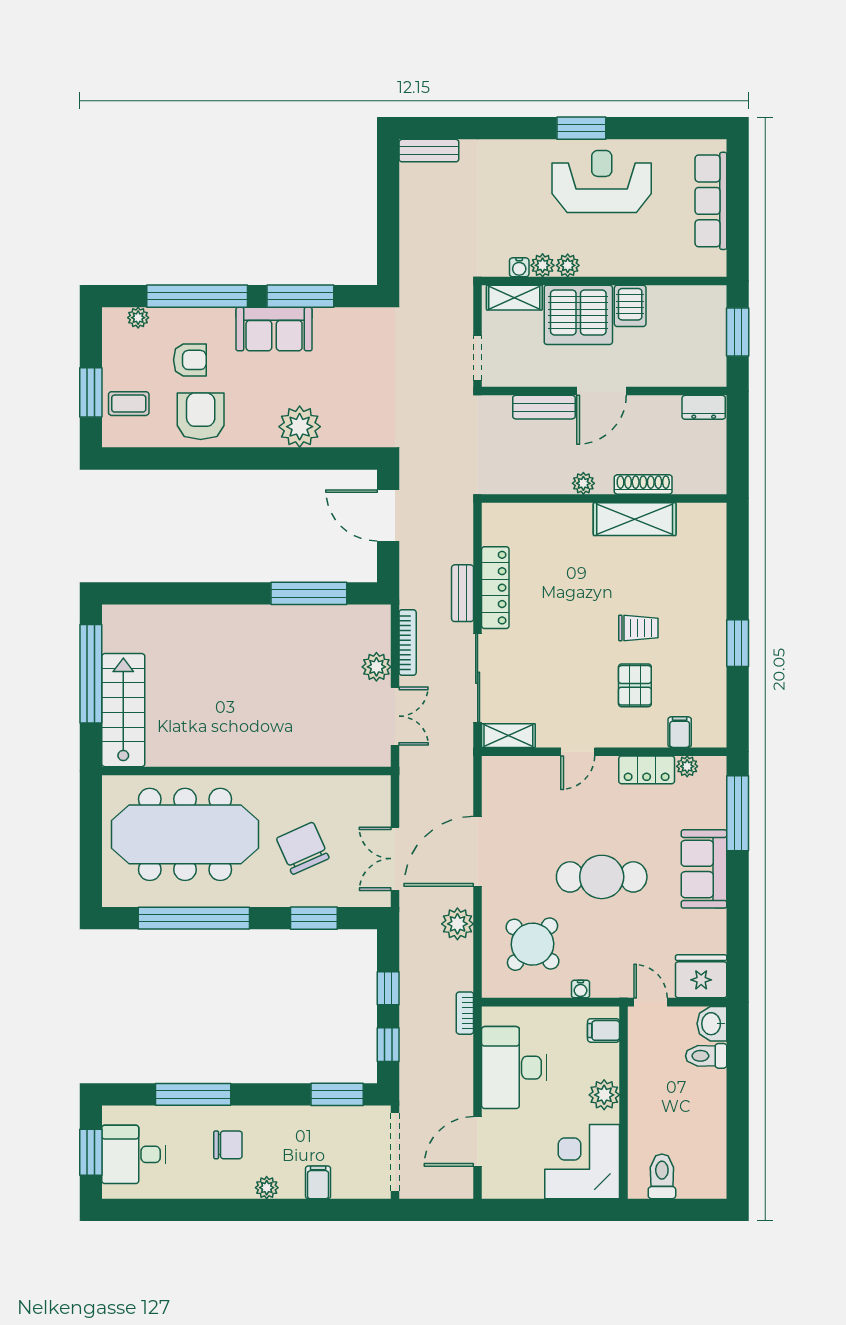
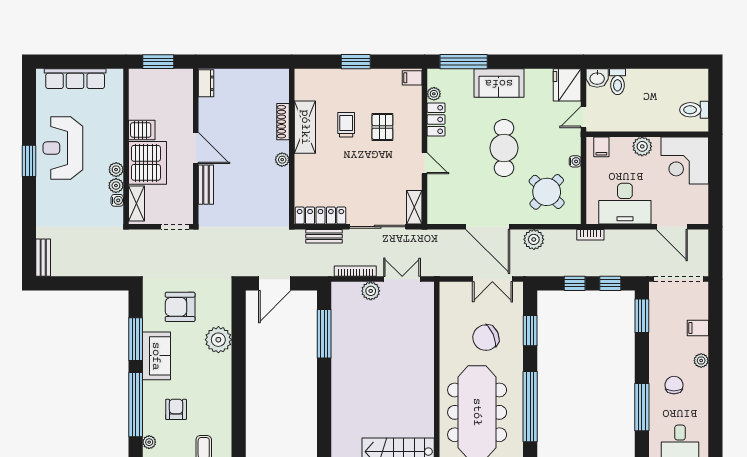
armchair: (201, 416) -> (180, 307), moved
plant: (583, 483) -> (282, 160), moved
shoe rack: (643, 484) -> (283, 122), moved
wall: (604, 498) -> (292, 146), moved
shelving: (635, 519) -> (305, 127), moved
pallet: (635, 685) -> (382, 127), turned 90
filing cabinet: (680, 732) -> (412, 78), moved

